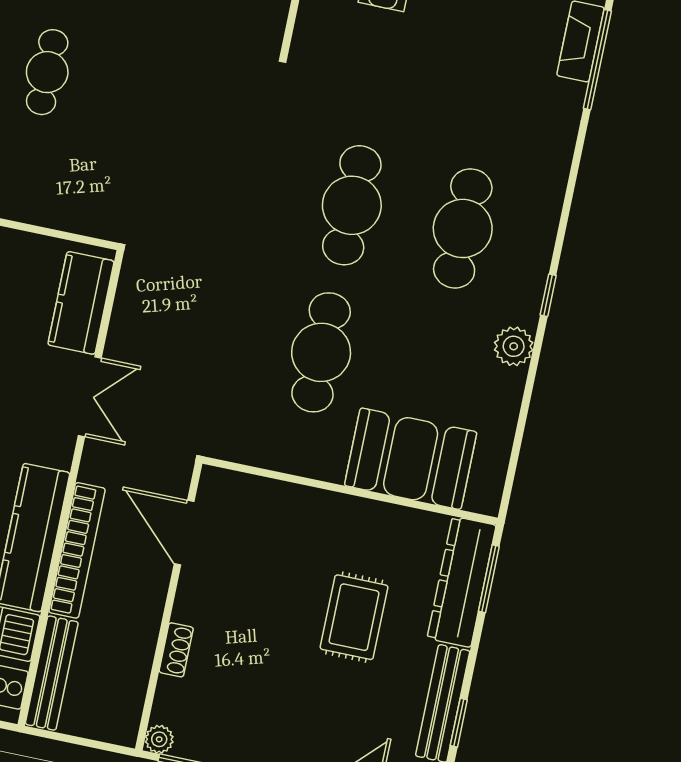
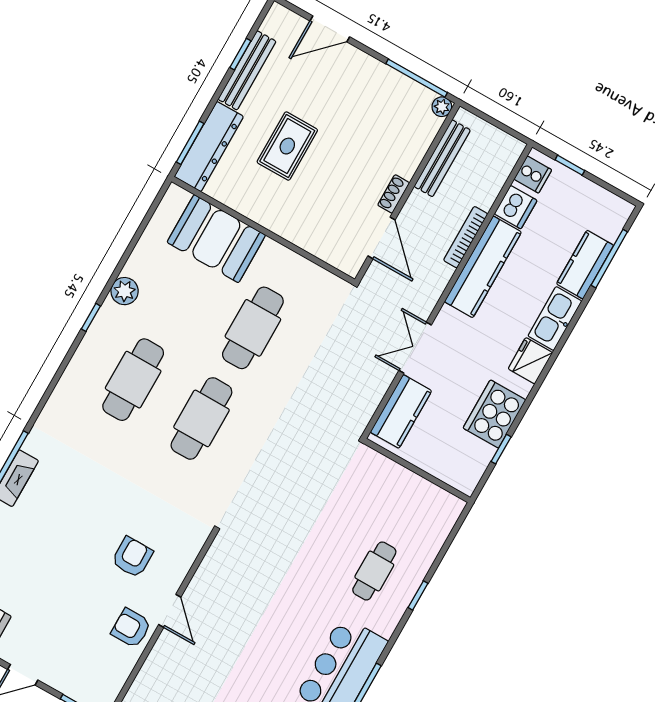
bookcase: (77, 550) -> (466, 237), width x0.68, depth x0.76
shoe rack: (176, 650) -> (394, 194), moved
bench: (52, 673) -> (442, 158), moved

